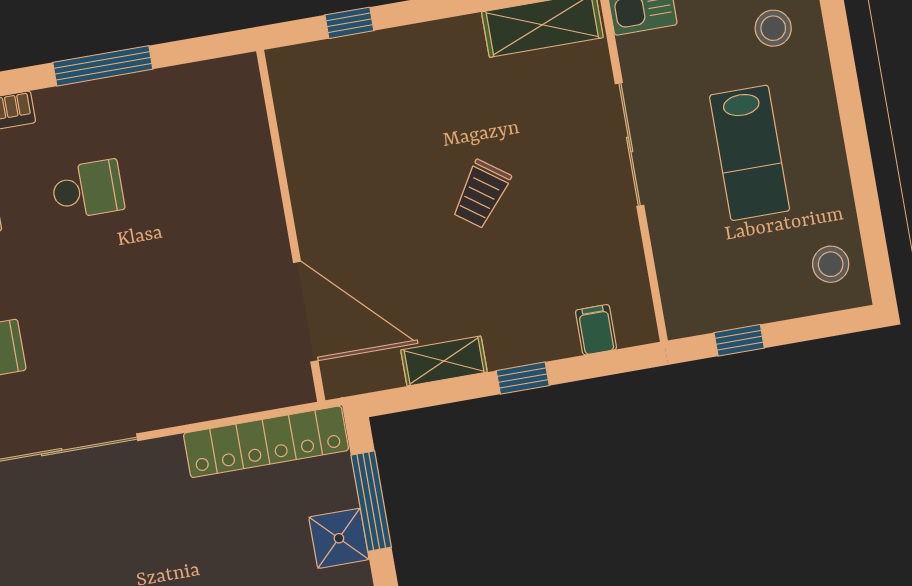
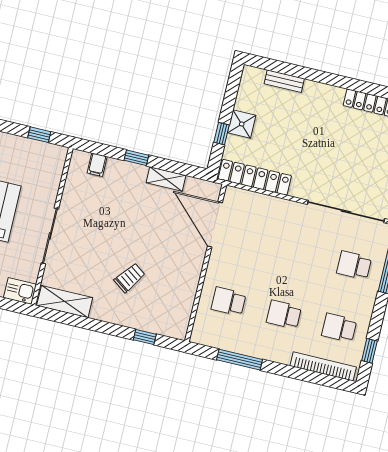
window: (103, 66) -> (239, 360), moved
school desk: (211, 168) -> (229, 301), added
trolley: (481, 194) -> (130, 278), moved
window: (371, 501) -> (222, 134), width x0.46

